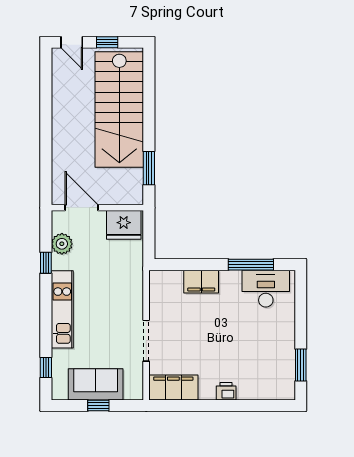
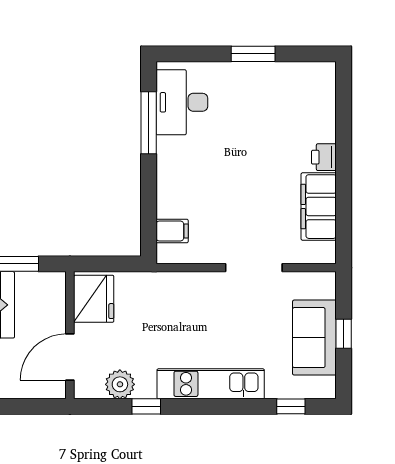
filing cabinet: (201, 282) -> (172, 231), moved, width x0.50
window: (301, 365) -> (253, 54), moved
filing cabinet: (173, 387) -> (319, 207), moved

